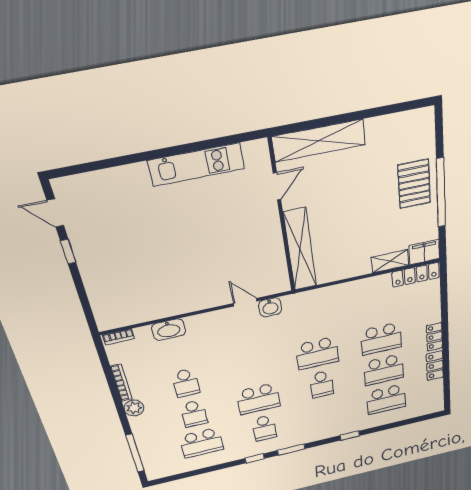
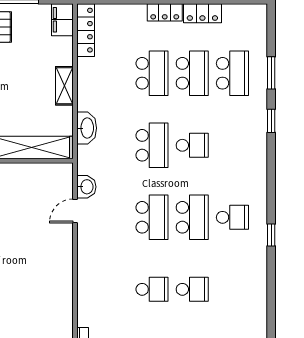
shelving: (390, 261) -> (64, 86), moved
washbasin: (169, 330) -> (87, 128), moved
school desk: (202, 443) -> (152, 217), moved
window: (291, 450) -> (271, 73), moved

